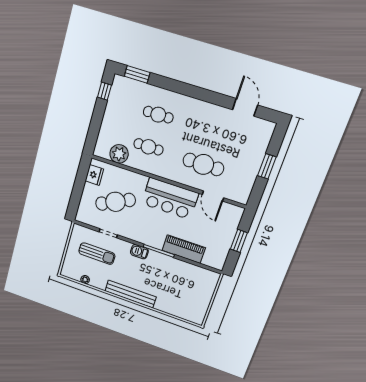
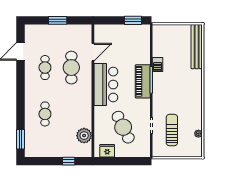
window: (104, 91) -> (69, 161), moved
cafe table: (148, 147) -> (45, 68), moved
window: (239, 241) -> (133, 20), moved
piano: (184, 249) -> (143, 81), moved
barbecue: (139, 252) -> (158, 64), moved
bench: (131, 294) -> (197, 47), moved

